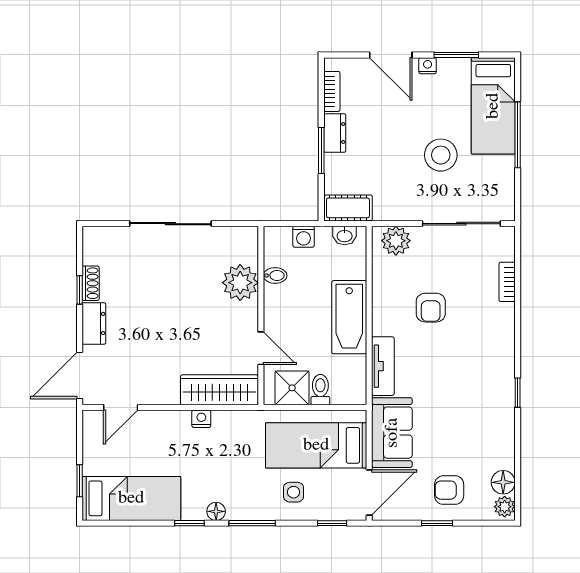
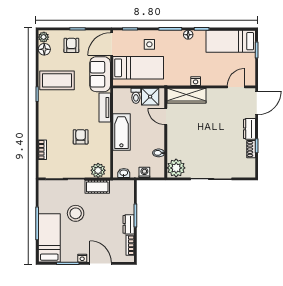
cot: (348, 208) -> (97, 187), moved
plant: (240, 283) -> (176, 168), moved
coffee table: (478, 420) -> (57, 80), added
armchair: (449, 490) -> (71, 45), turned -90

